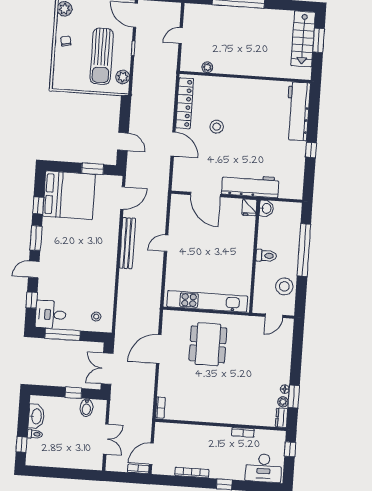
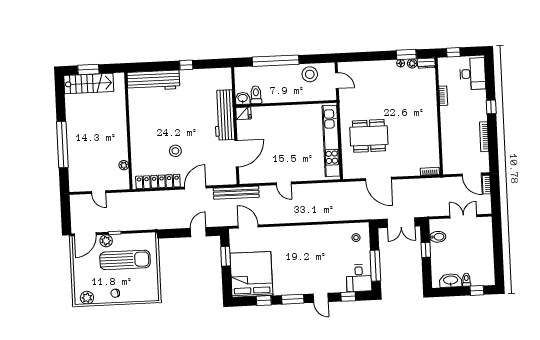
plant: (123, 77) -> (106, 241), moved
bench: (127, 243) -> (236, 193), moved
toilet: (266, 256) -> (256, 95), moved

